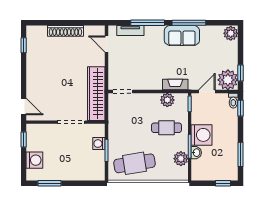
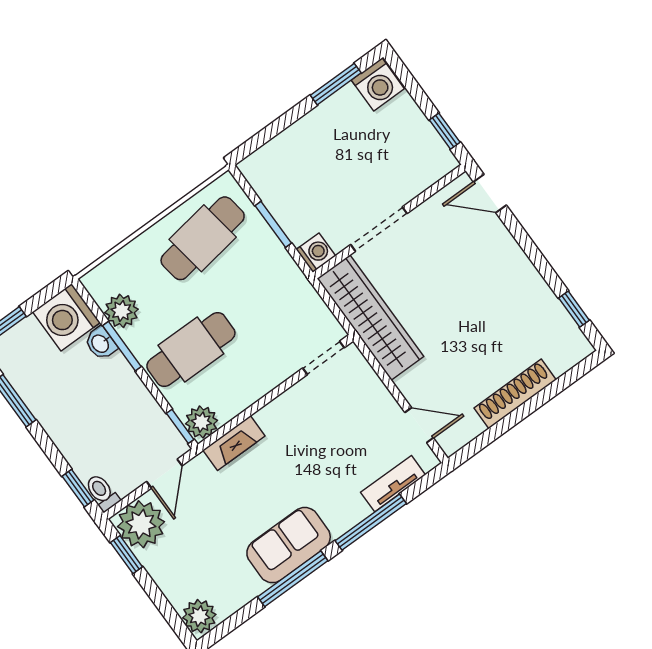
plant: (167, 100) -> (201, 422), moved
cafe table: (167, 128) -> (191, 350), width x1.37, depth x1.35
washing machine: (202, 135) -> (66, 317), moved
washing machine: (99, 144) -> (316, 253), moved
washing machine: (34, 160) -> (378, 84), moved, turned -90

